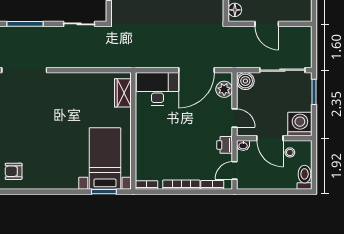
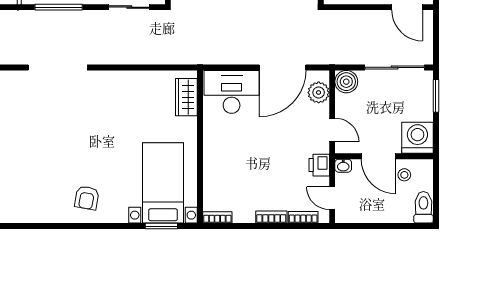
door: (267, 24) -> (407, 7), moved
door: (235, 170) -> (332, 198), hinge flipped
armchair: (14, 171) -> (87, 198), moved, turned -80
bookcase: (181, 185) -> (271, 217), width x0.64

